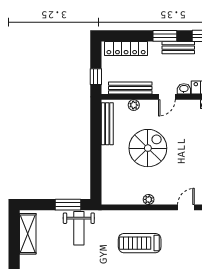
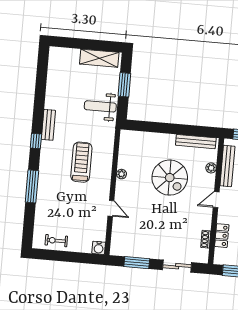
washbasin: (184, 89) -> (222, 216), removed
door: (167, 97) -> (216, 200), hinge flipped
window: (68, 205) -> (124, 85), moved

